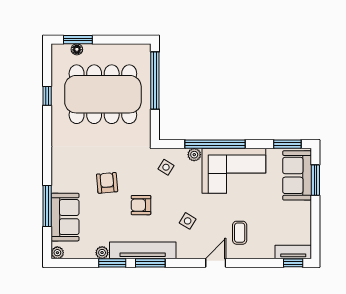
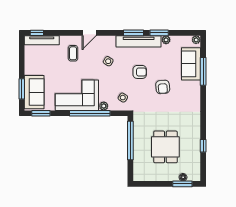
window: (155, 80) -> (130, 141), moved
dining table: (103, 94) -> (165, 147), width x0.53, depth x0.80
tv unit: (293, 252) -> (42, 40), width x1.41

